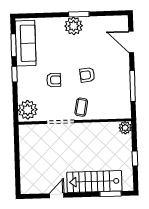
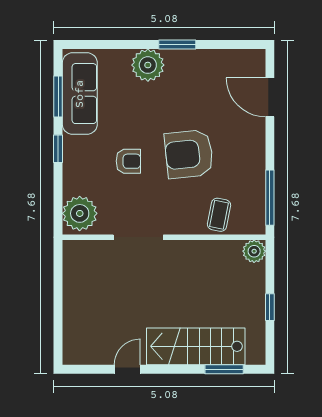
plant: (74, 26) -> (148, 65), moved
armchair: (87, 75) -> (189, 154), width x1.88, depth x1.88
window: (133, 86) -> (270, 198), moved
coffee table: (81, 107) -> (219, 215), moved

